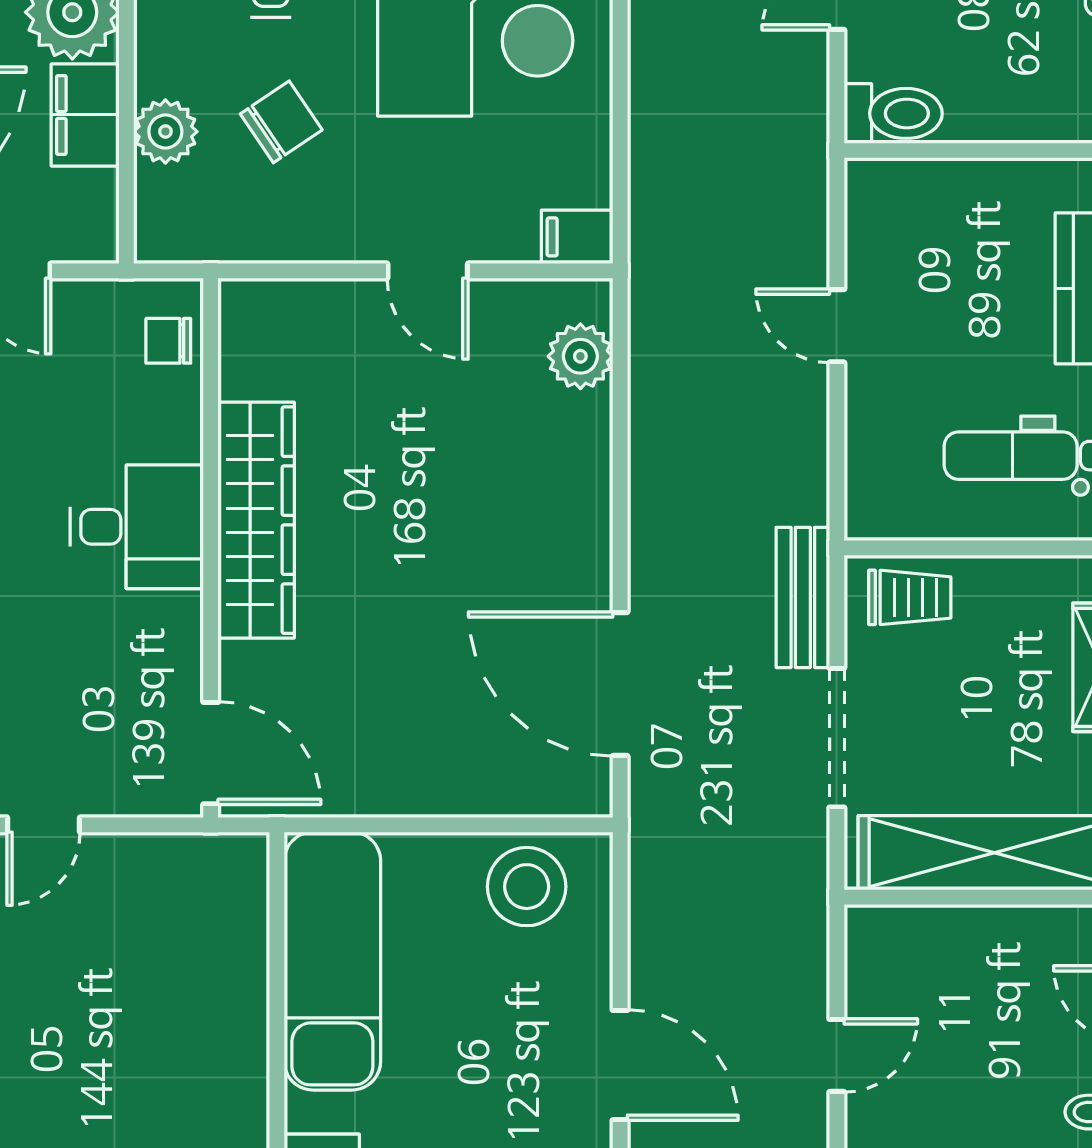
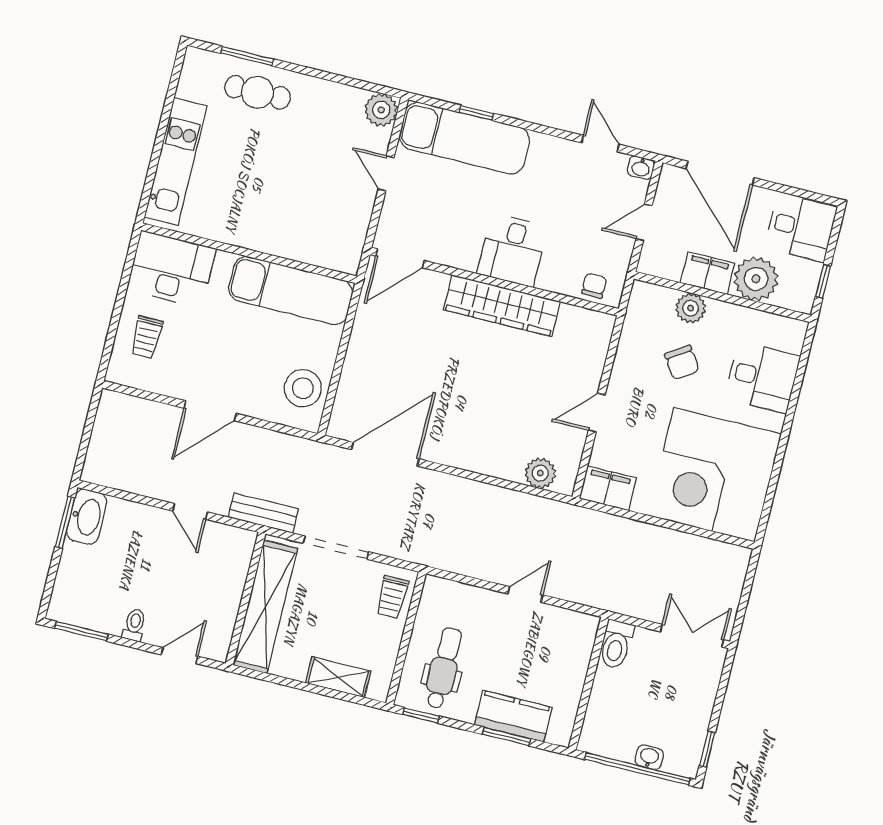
filing cabinet: (577, 237) -> (608, 488), width x2.00
bench: (803, 597) -> (263, 513), moved

